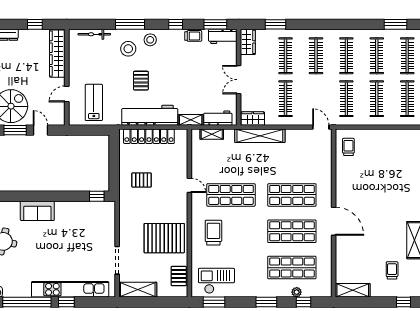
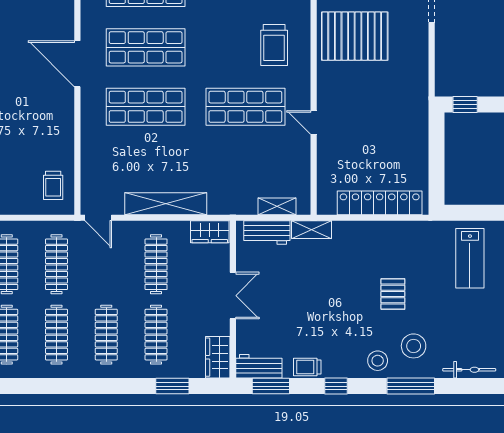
workbench: (150, 115) -> (378, 237), removed
shelving: (260, 136) -> (166, 204), moved
pallet: (142, 180) -> (392, 131), removed

